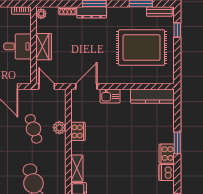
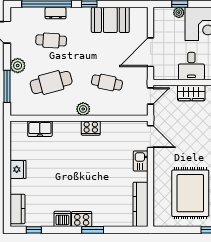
plant: (59, 128) -> (83, 109), moved
cafe table: (33, 129) -> (107, 82), turned 30
cooker: (78, 131) -> (91, 128), moved
shelving: (77, 168) -> (67, 127), removed

